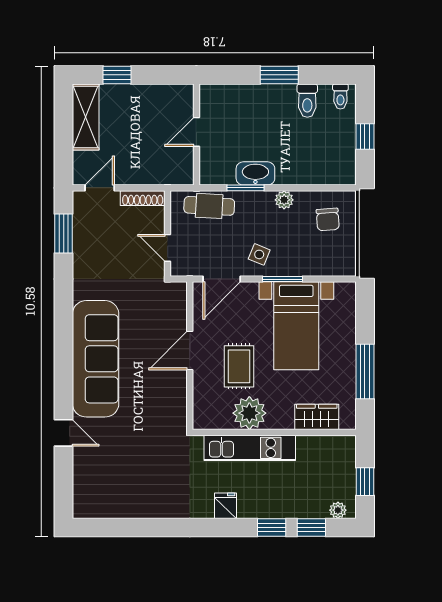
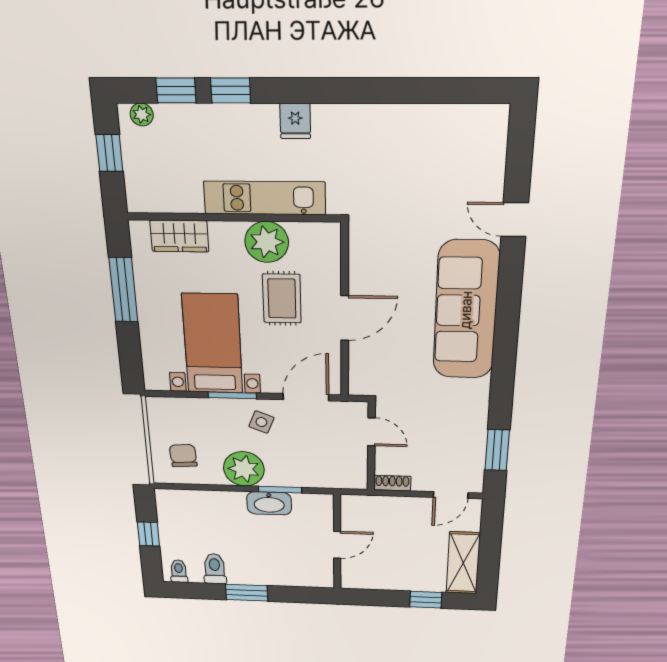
shoe rack: (143, 198) -> (392, 483), width x0.70
plant: (284, 200) -> (244, 469), width x1.87, depth x1.87
cafe table: (209, 206) -> (322, 473), removed

